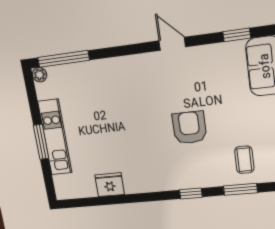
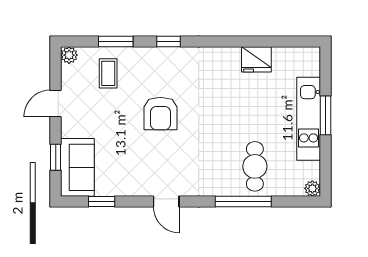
window: (63, 59) -> (243, 202), moved
cafe table: (94, 89) -> (255, 166), added

